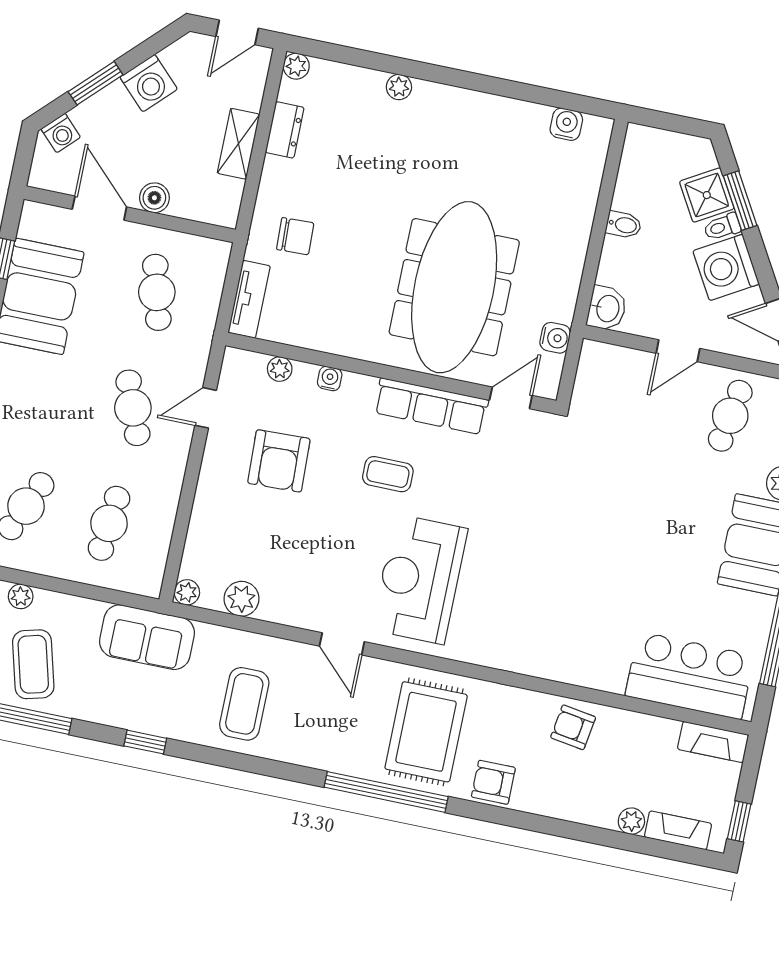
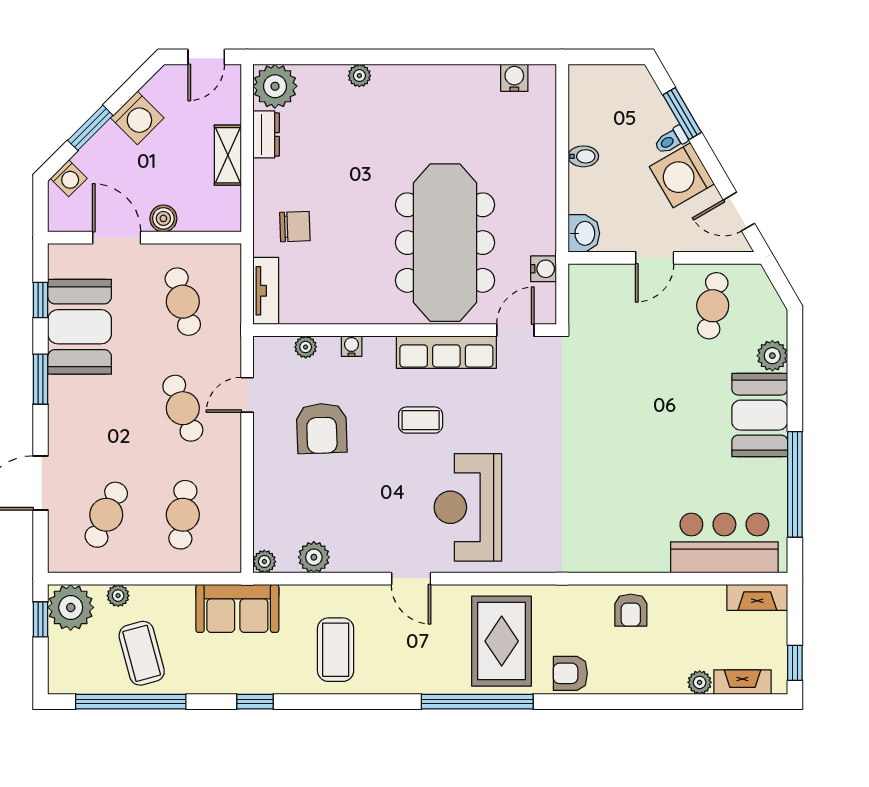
plant: (296, 66) -> (275, 86), width x1.87, depth x1.87
shower: (707, 195) -> (652, 115), removed
armchair: (573, 727) -> (631, 610), turned -99

